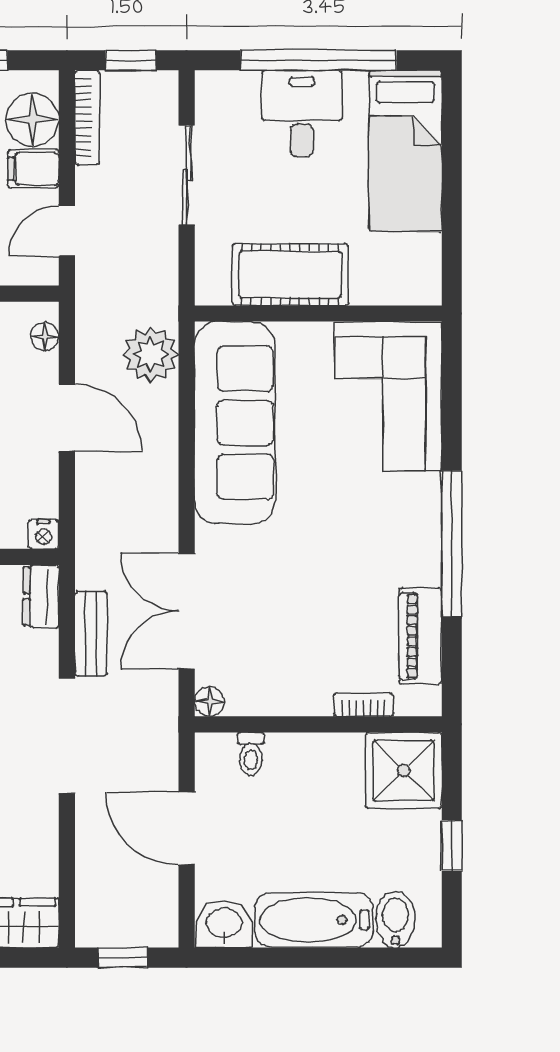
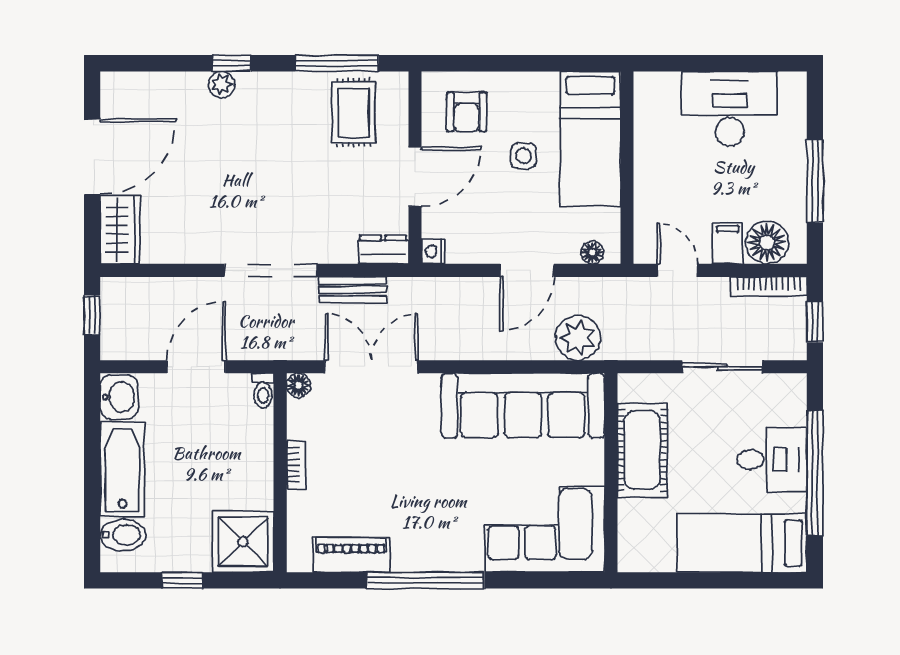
bookcase: (363, 704) -> (296, 465), moved
toilet: (251, 754) -> (263, 391), moved, turned -90

